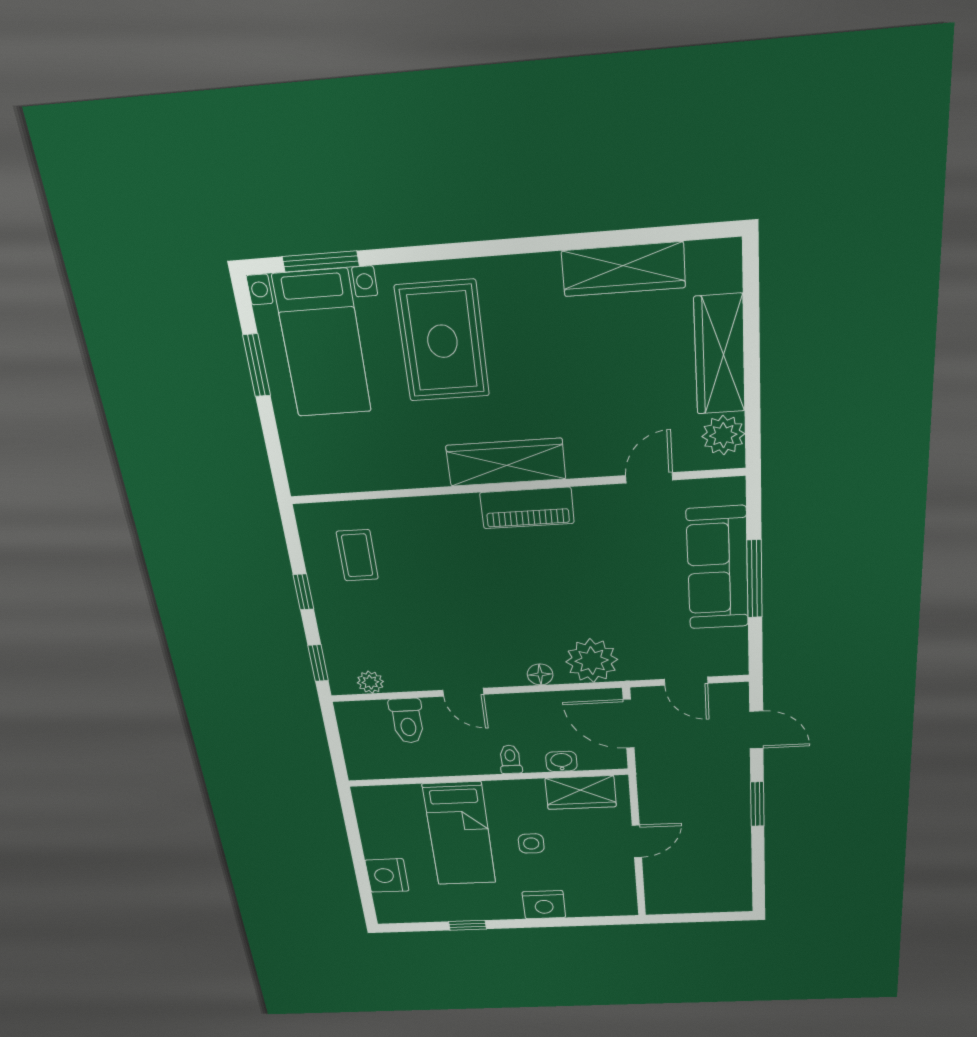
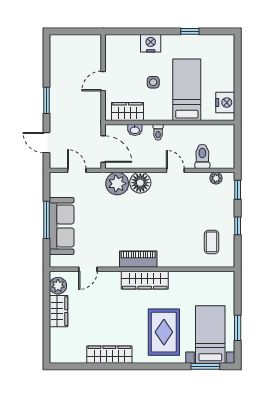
wardrobe: (624, 269) -> (109, 355), moved
wardrobe: (720, 355) -> (59, 311), width x0.67
floor lamp: (540, 674) -> (140, 183), width x1.89, depth x1.89
nightstand: (387, 876) -> (225, 103), moved

